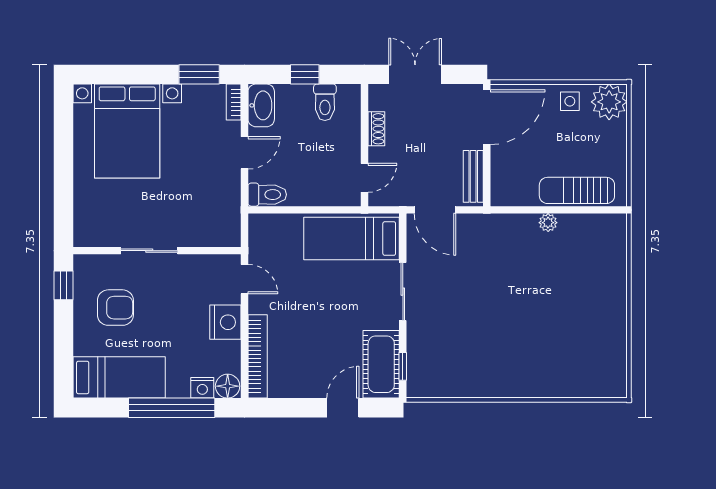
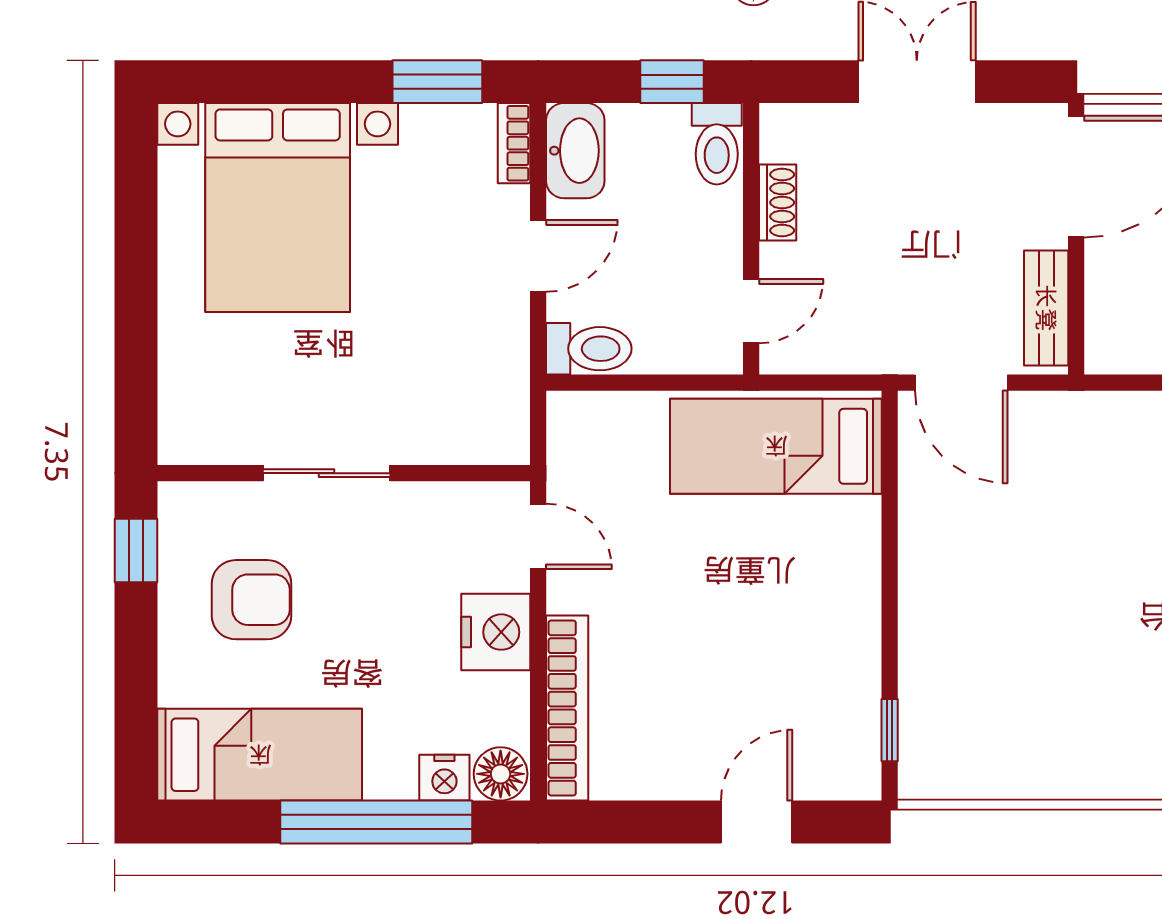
shoe rack: (376, 129) -> (778, 202), moved
wall: (364, 145) -> (751, 239), moved
door: (364, 178) -> (751, 311), moved
sliding door: (403, 292) -> (890, 564), removed
cot: (381, 364) -> (842, 725), removed

